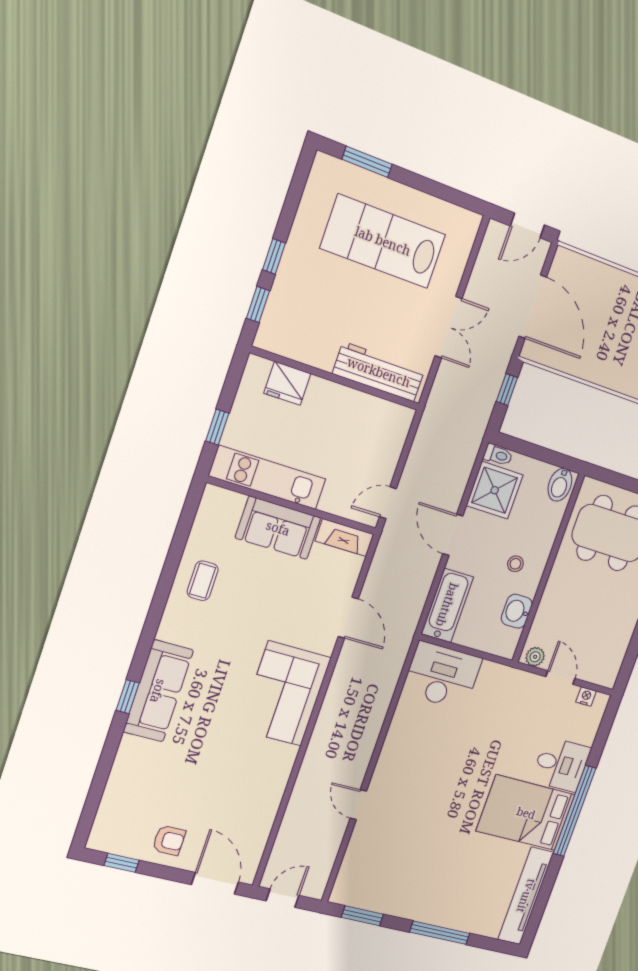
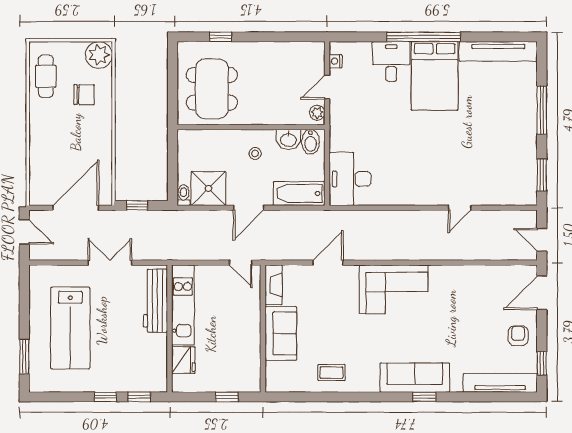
kitchen unit: (267, 478) -> (183, 305), moved, turned 180
bidet: (560, 485) -> (311, 142), moved, turned 90
tv unit: (113, 802) -> (500, 383), added

